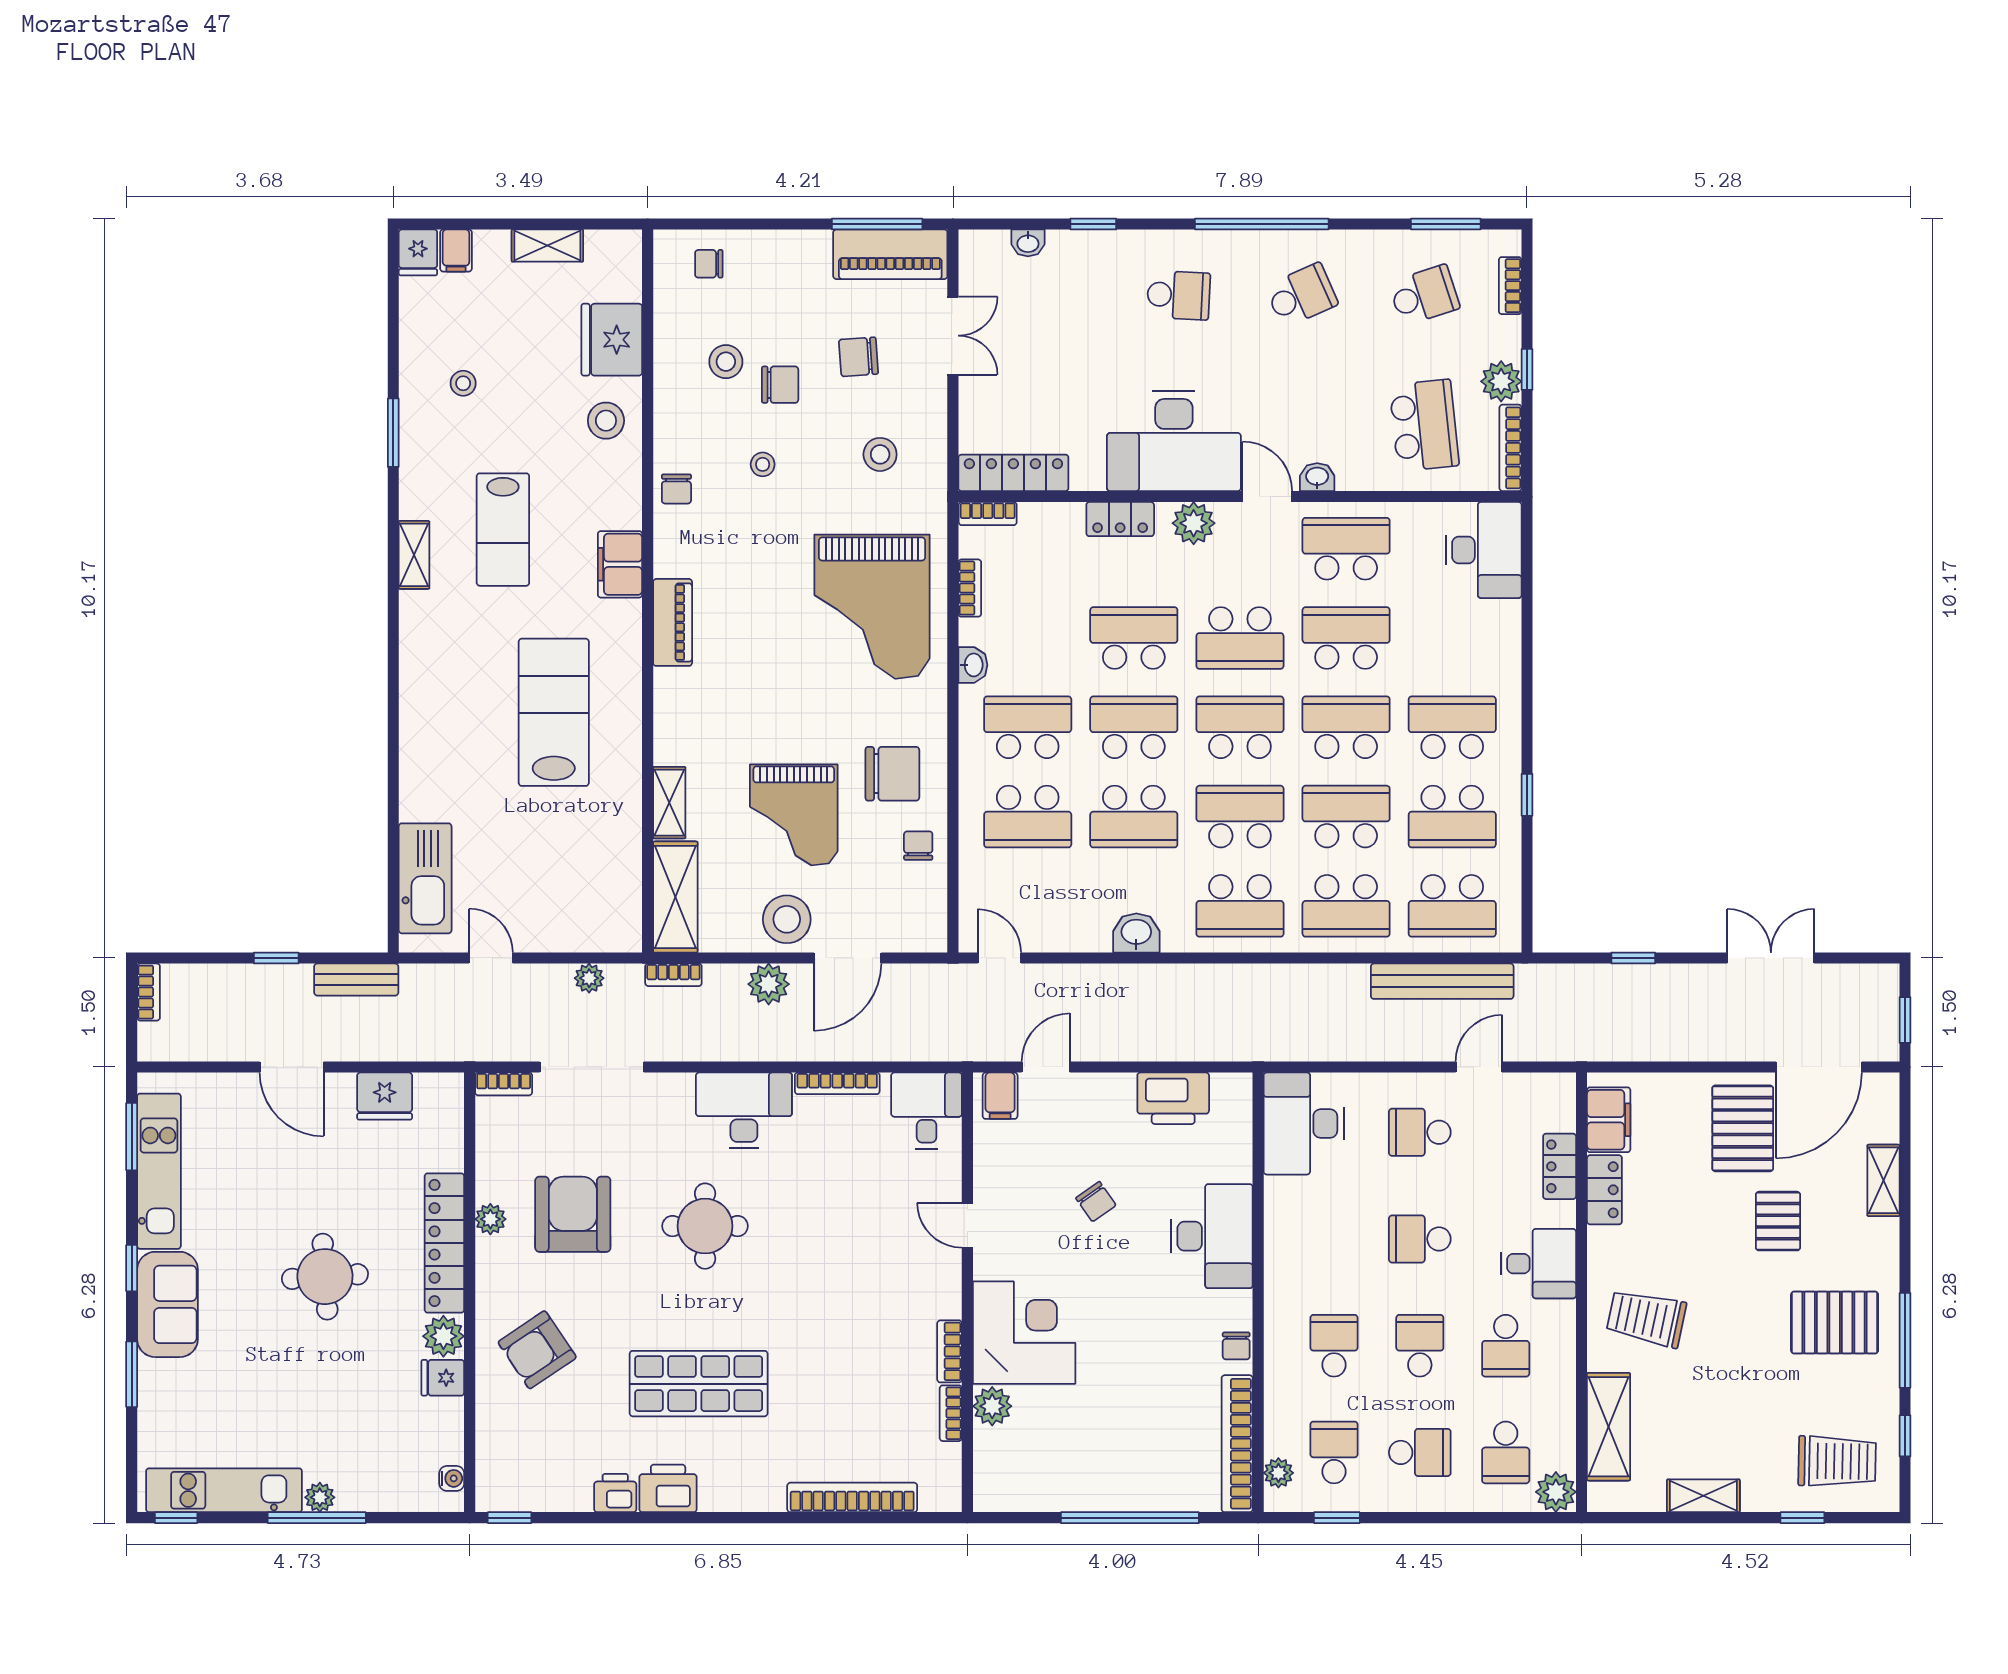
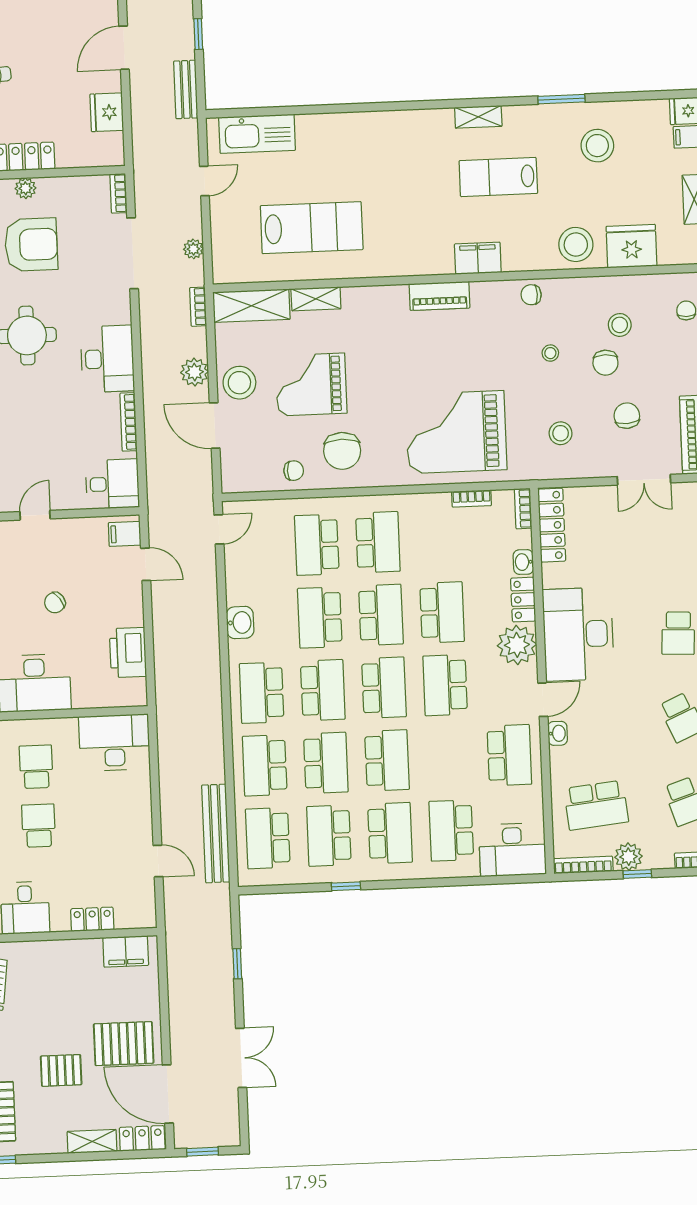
stool: (463, 383) -> (597, 146), width x1.89, depth x1.89
stool: (606, 421) -> (576, 244), width x1.38, depth x1.38
plant: (1194, 523) -> (517, 645), width x1.36, depth x1.36
school desk: (1346, 638) -> (451, 830), moved, turned 180
washbasin: (973, 665) -> (523, 562), moved, turned 90
lab bench: (554, 712) -> (312, 228), moved
school desk: (1420, 1132) -> (36, 767), moved
locker: (1604, 1190) -> (142, 1138), moved, turned 180

